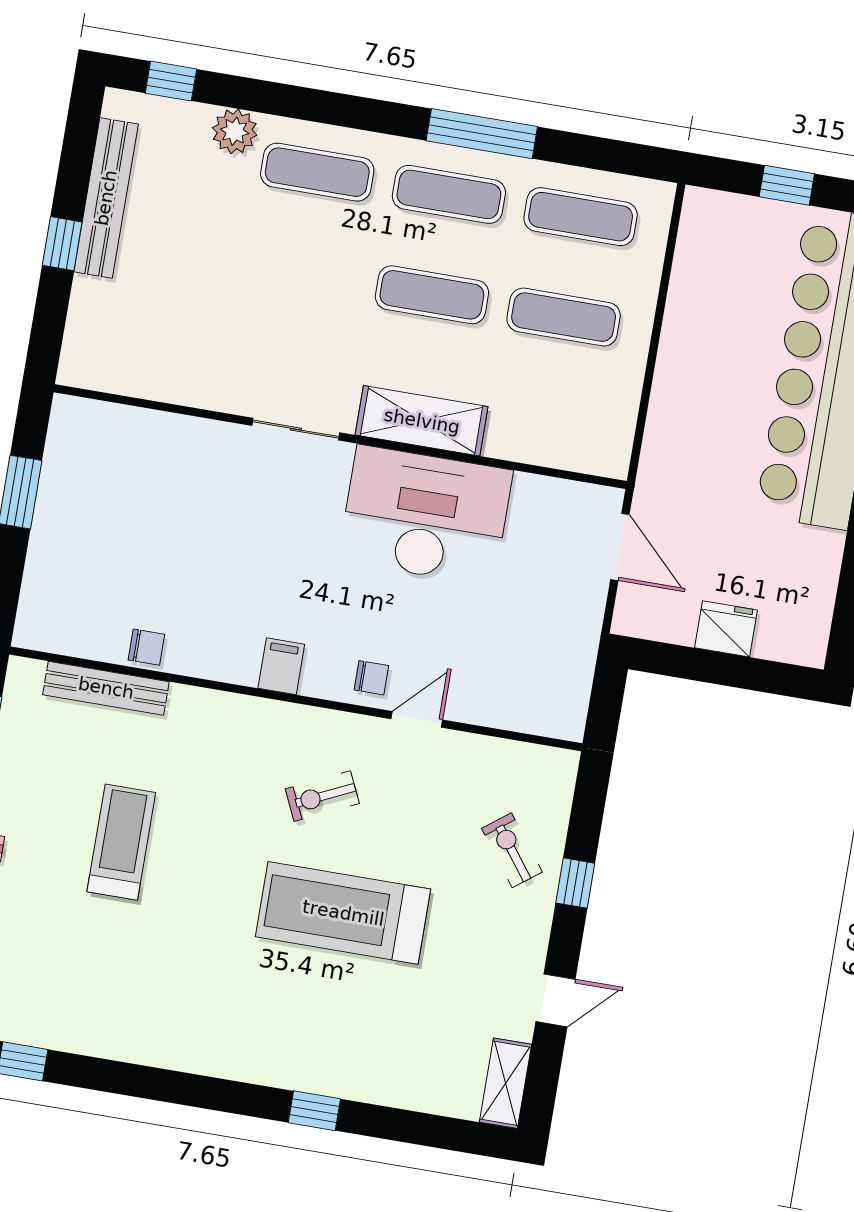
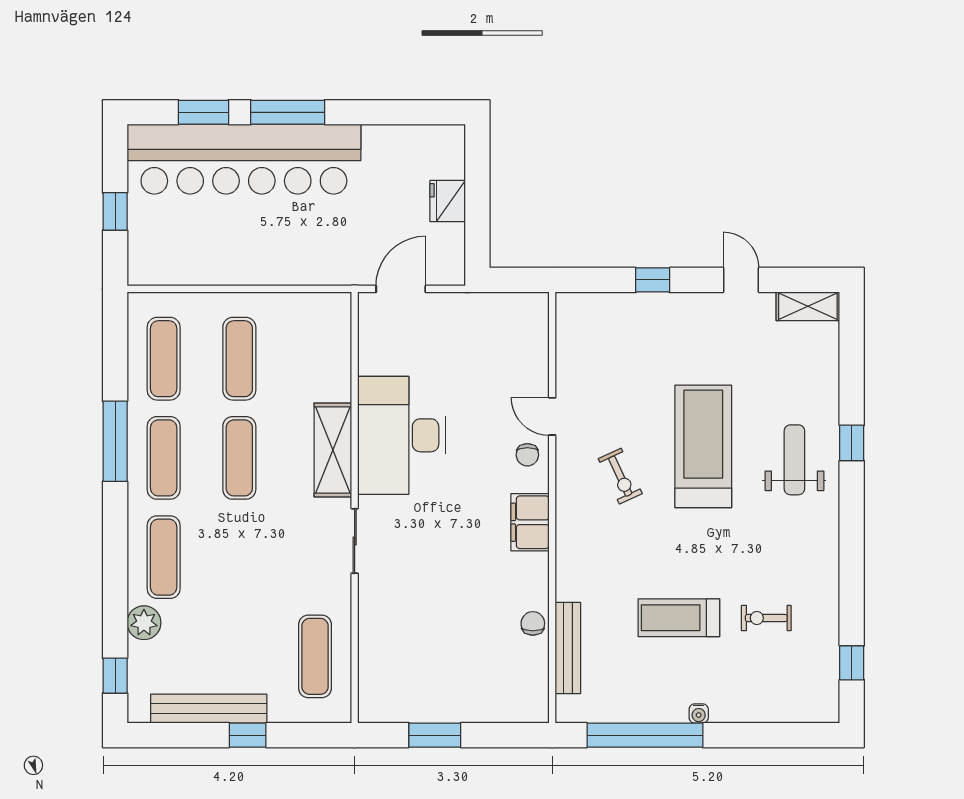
exercise mat: (152, 351) -> (315, 656), added
filing cabinet: (281, 666) -> (530, 522), width x2.00
chair: (371, 678) -> (527, 455), turned 180
exercise bike: (512, 850) -> (766, 618), moved, turned 37
treadmill: (343, 913) -> (703, 446), turned 180
weight bench: (305, 1031) -> (794, 460), added

